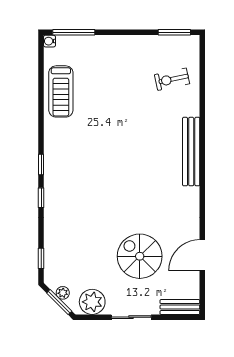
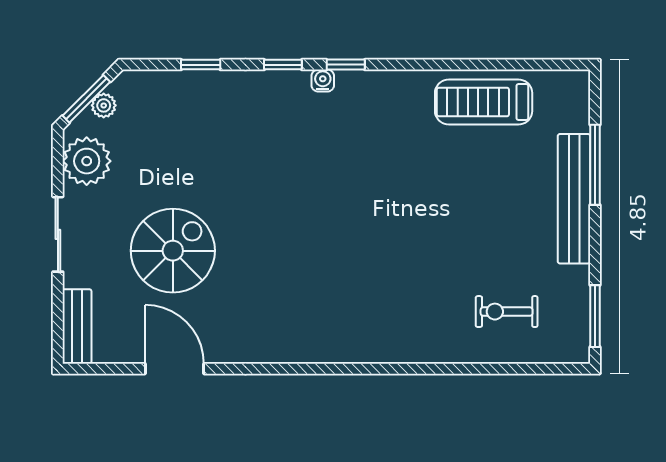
window: (74, 32) -> (595, 165), moved
water cooler: (49, 41) -> (323, 81), moved
exercise bike: (172, 79) -> (507, 312), turned -78
bench: (191, 152) -> (574, 199), moved, turned 90
window: (41, 258) -> (201, 65), moved

